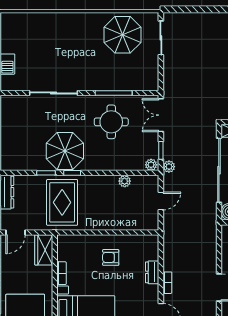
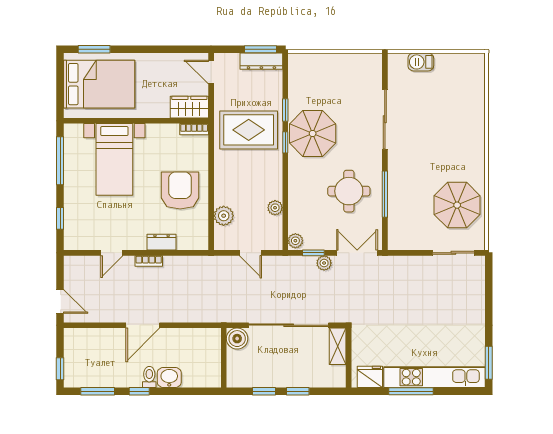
plant: (169, 167) -> (324, 263), moved
plant: (131, 222) -> (224, 216), added
armchair: (111, 257) -> (180, 190), width x1.88, depth x1.88
bookcase: (61, 273) -> (194, 129), moved

